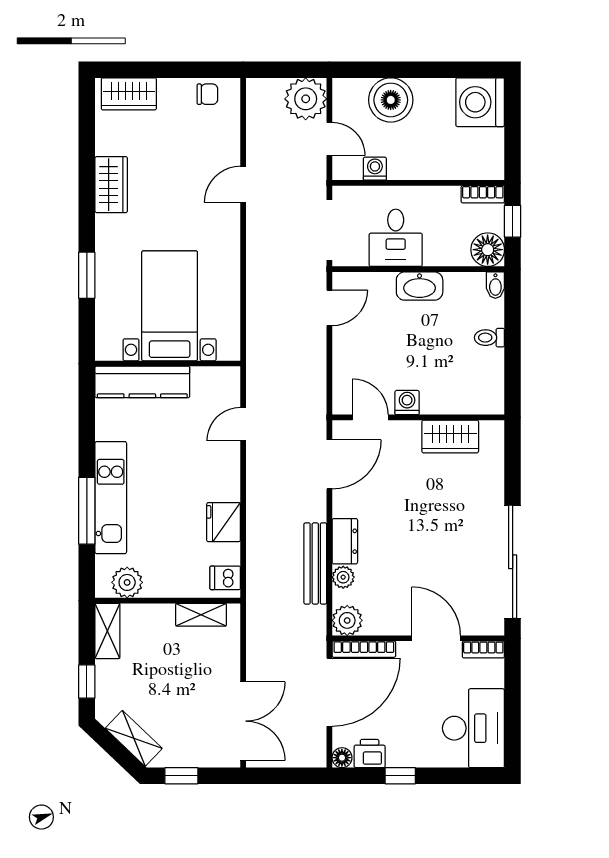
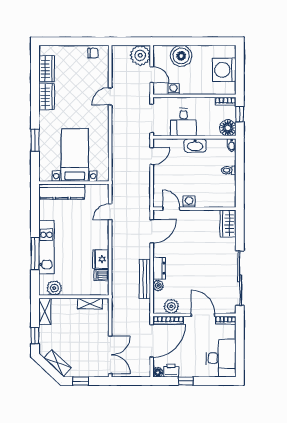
wardrobe: (129, 94) -> (47, 69), moved, turned -90
washing machine: (480, 102) -> (224, 70), moved
wardrobe: (450, 436) -> (228, 224), moved, turned 90
dishwasher: (225, 578) -> (101, 275), moved
plant: (347, 620) -> (171, 306), moved

